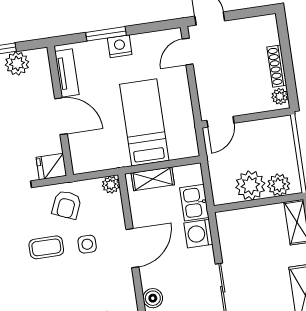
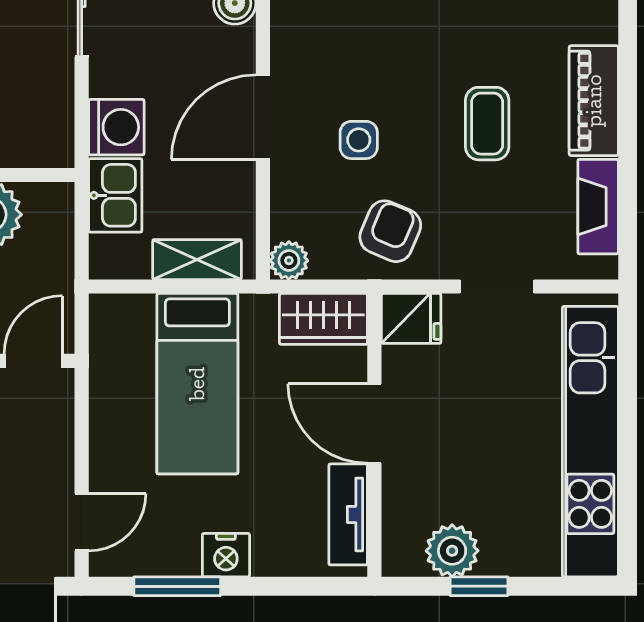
window: (106, 34) -> (177, 586), moved
wardrobe: (91, 160) -> (323, 319), added
coffee table: (46, 247) -> (487, 124), moved, turned 90

